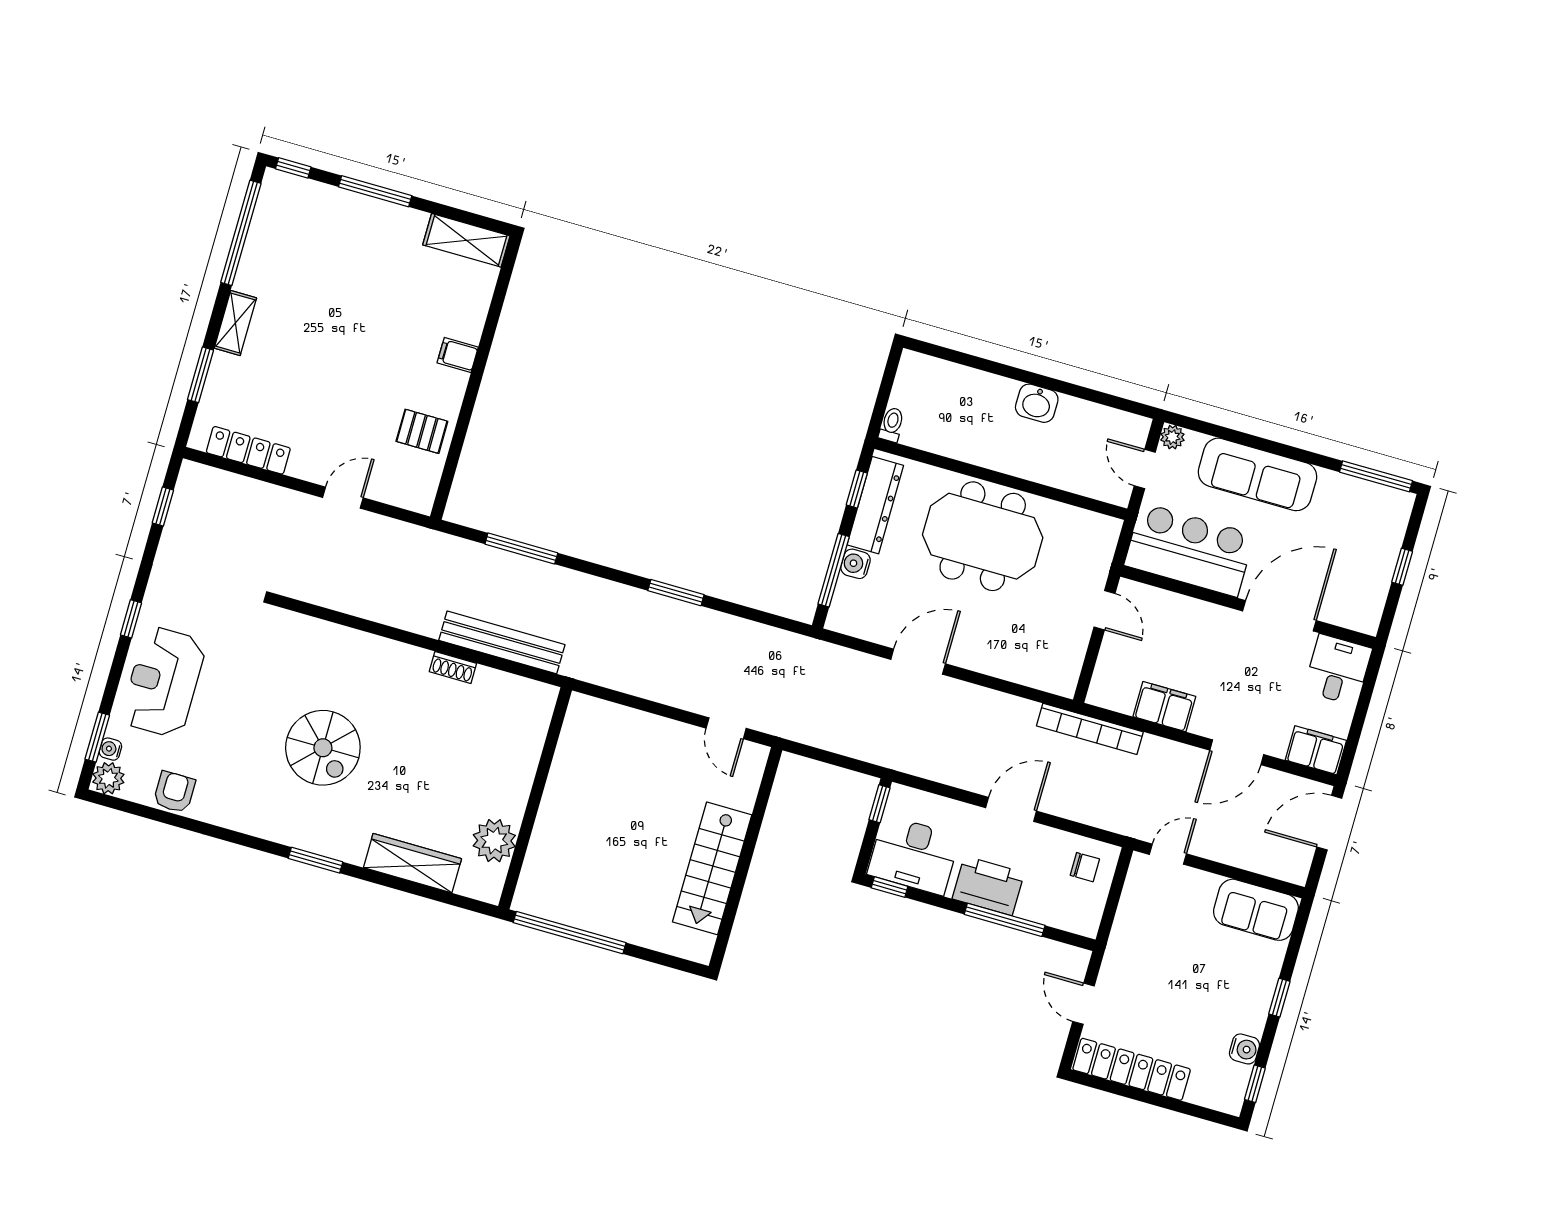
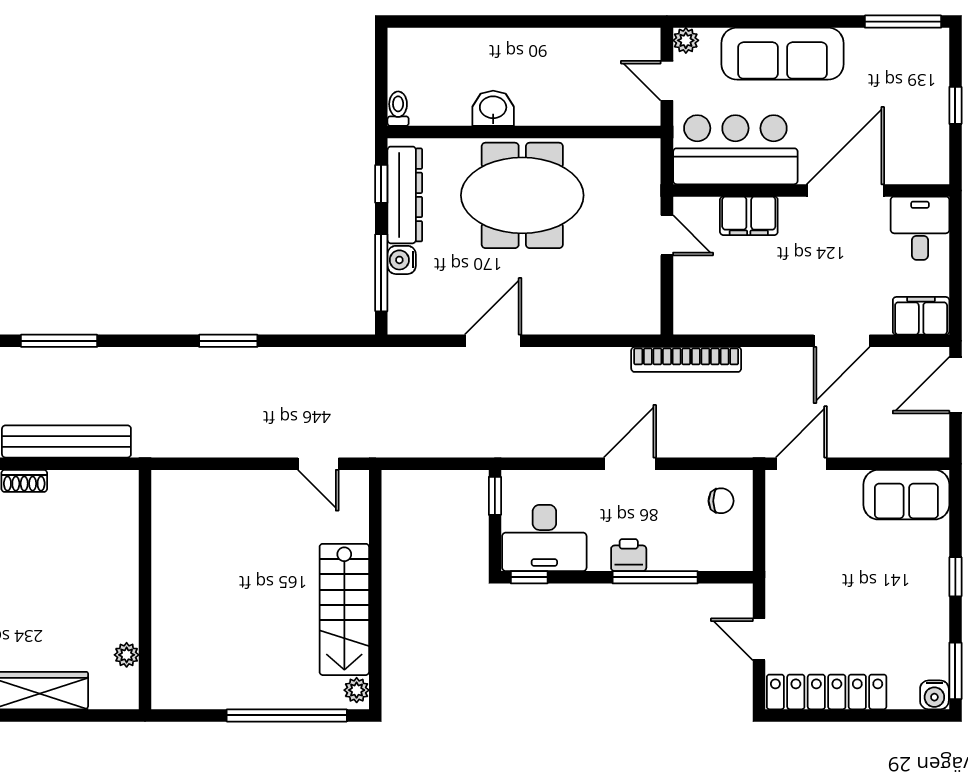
washbasin: (1037, 403) -> (493, 108), moved, turned 180
filing cabinet: (1164, 707) -> (749, 216), moved, turned 180
plant: (494, 841) -> (127, 655), width x0.53, depth x0.53
door: (1168, 854) -> (801, 464), width x1.38
printer: (988, 886) -> (629, 555), width x0.53, depth x0.68
window: (570, 933) -> (287, 715), moved
plant: (702, 945) -> (357, 690), added
water cooler: (1244, 1049) -> (934, 695), moved, turned 90
window: (1255, 1084) -> (955, 671), width x1.50

